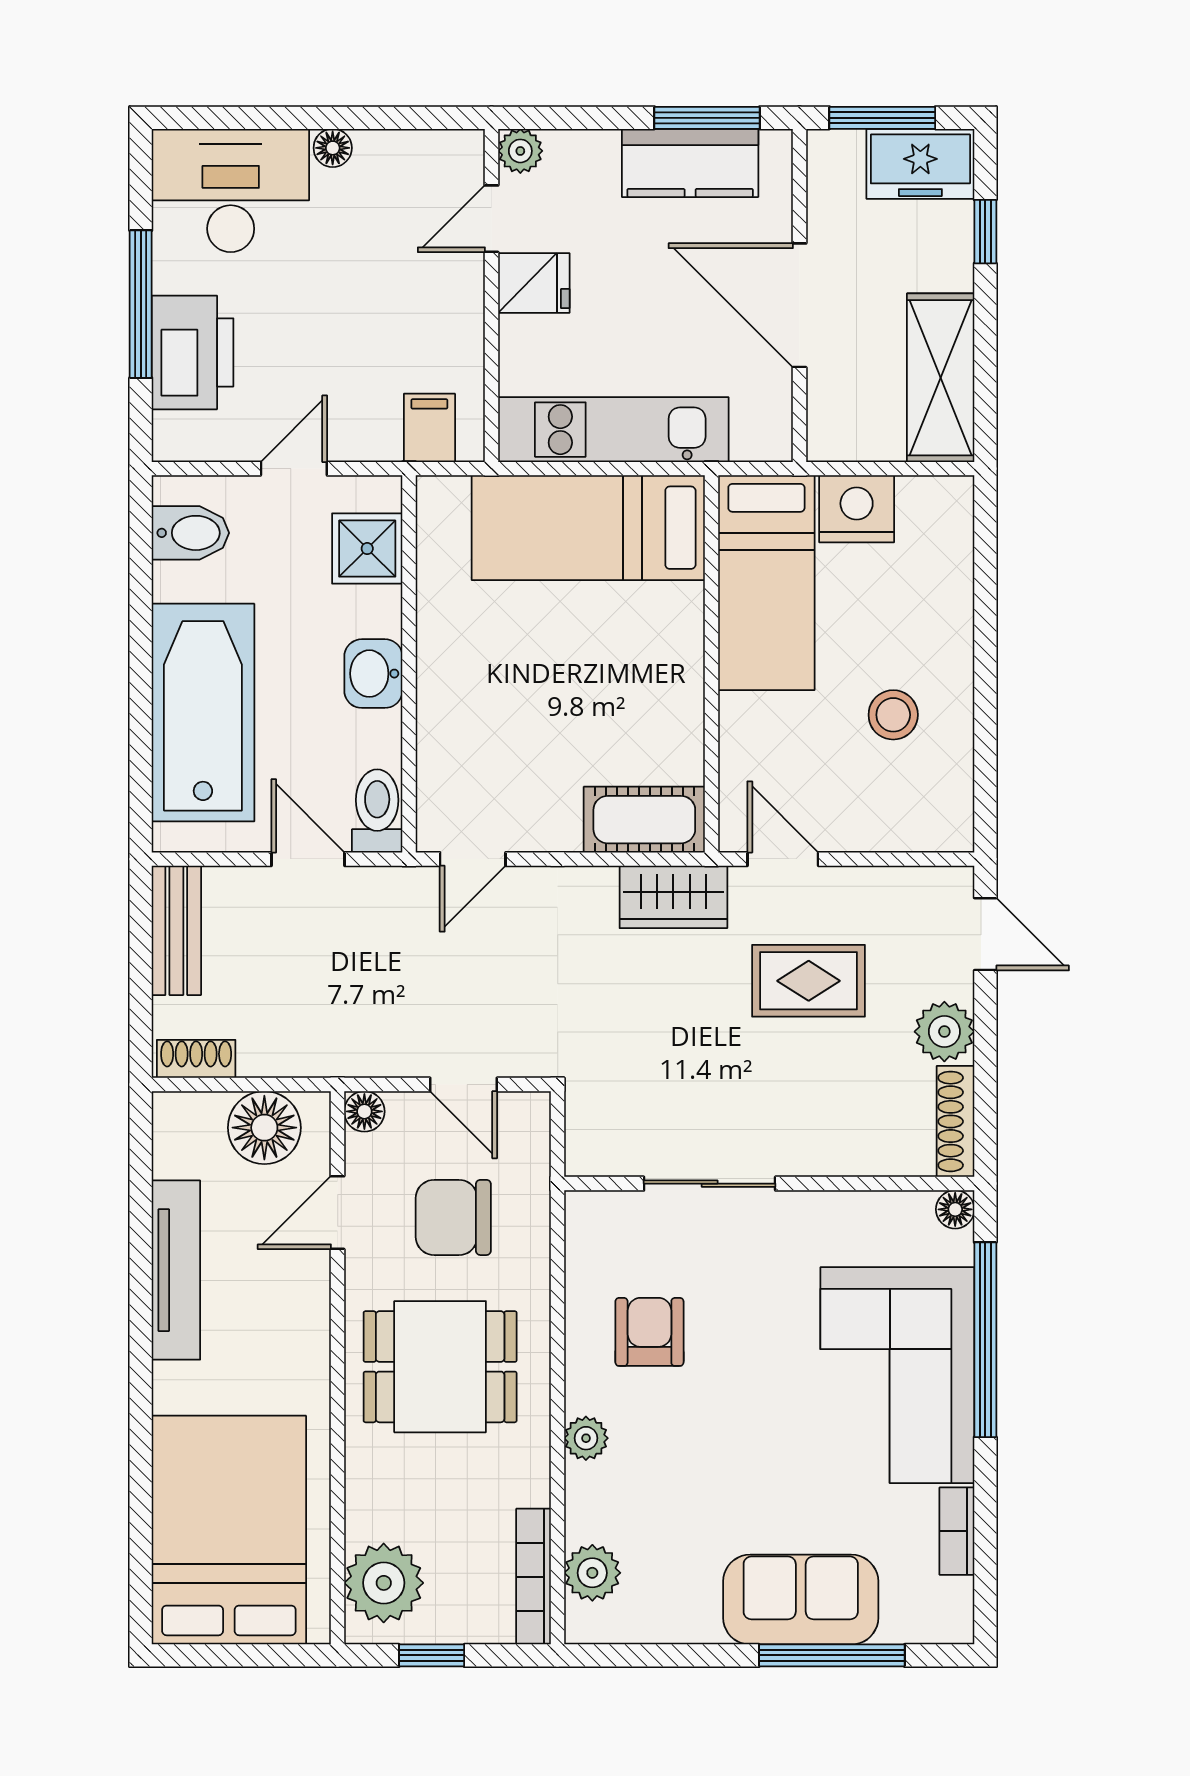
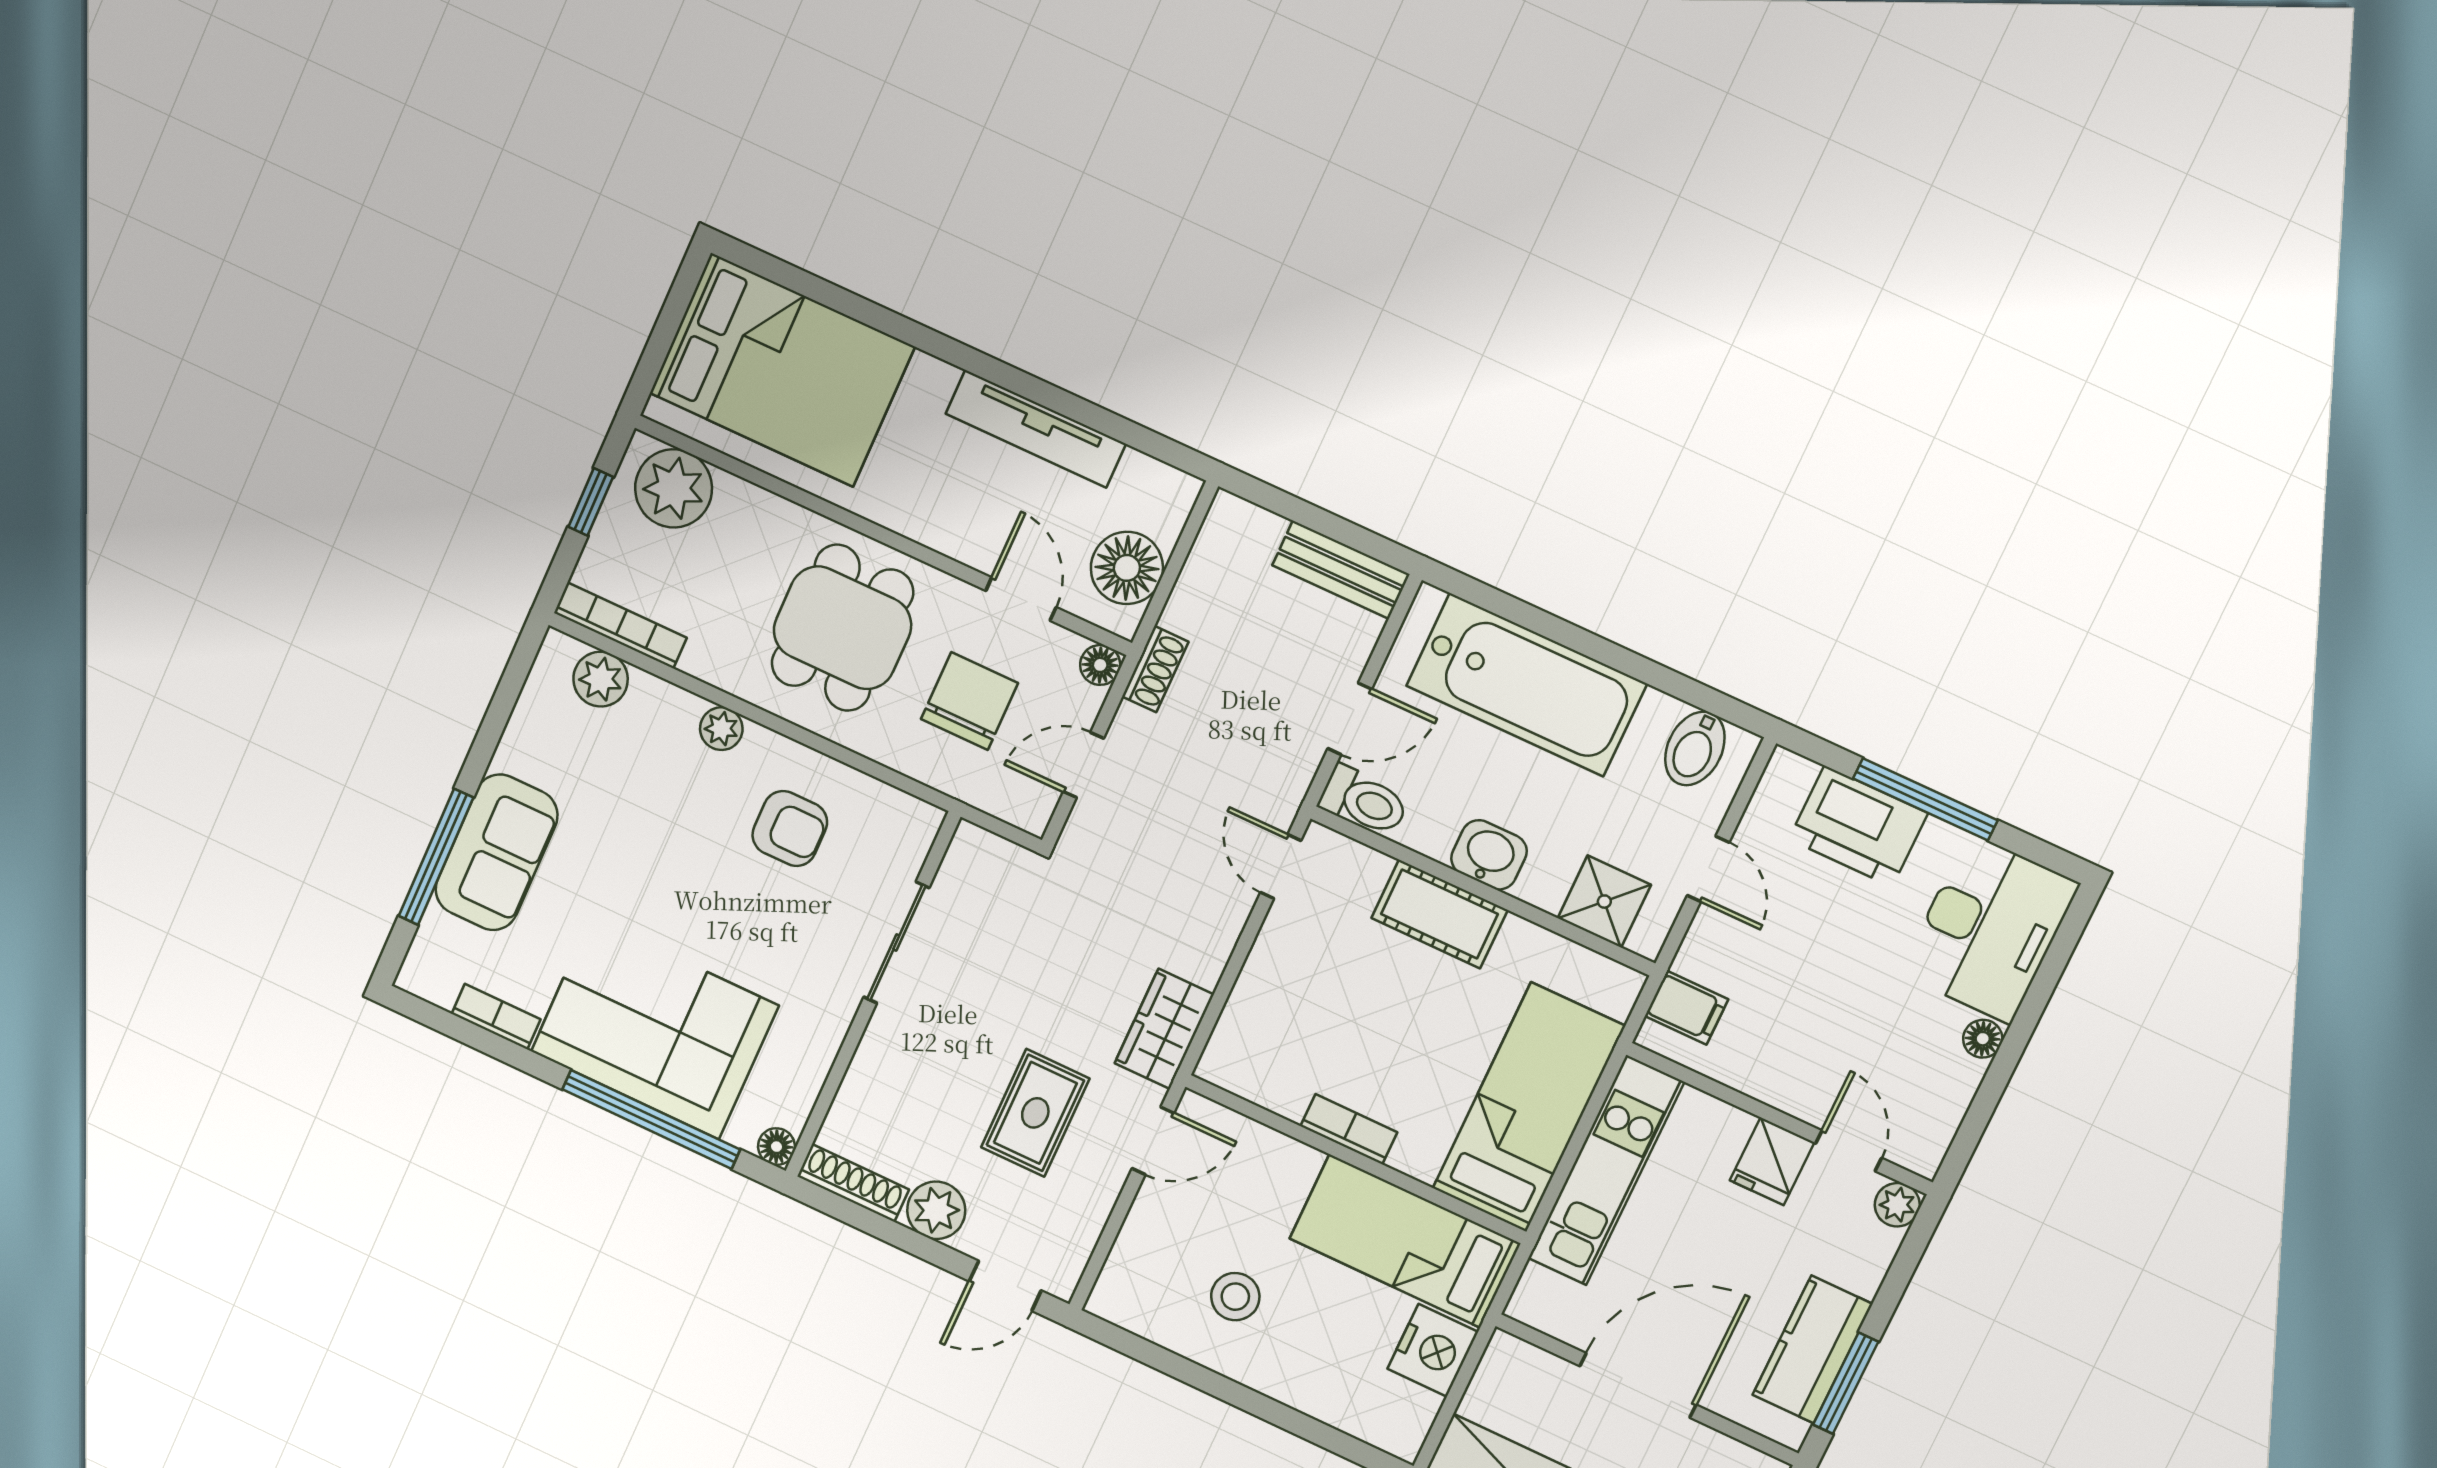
bookcase: (687, 683) -> (1349, 1129), added
cot: (644, 820) -> (1439, 914), moved, turned 90
shoe rack: (196, 1059) -> (1155, 669), moved

